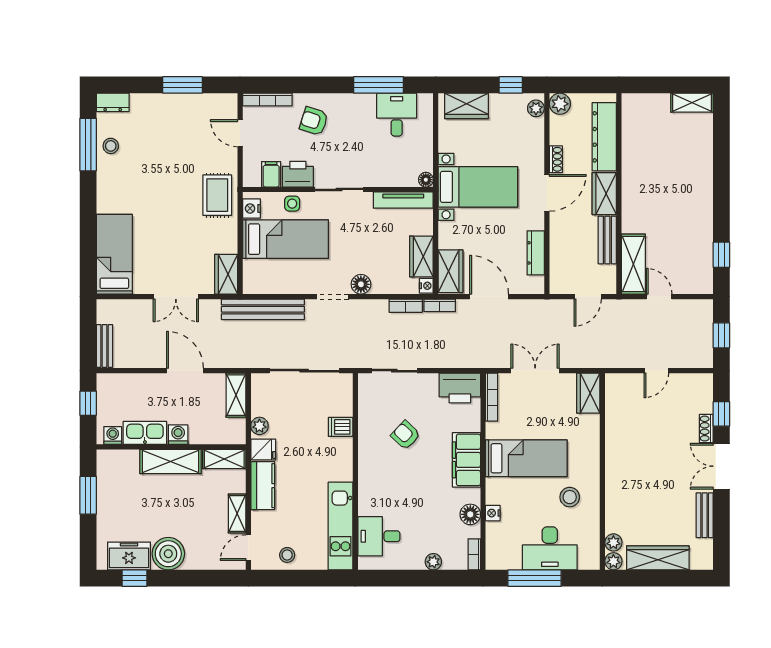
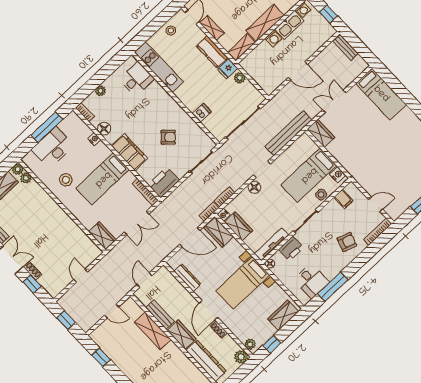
printer: (298, 174) -> (291, 249), moved
rug: (217, 195) -> (359, 166), removed
shelving: (633, 264) -> (153, 331), moved
shelving: (236, 395) -> (264, 82), removed

